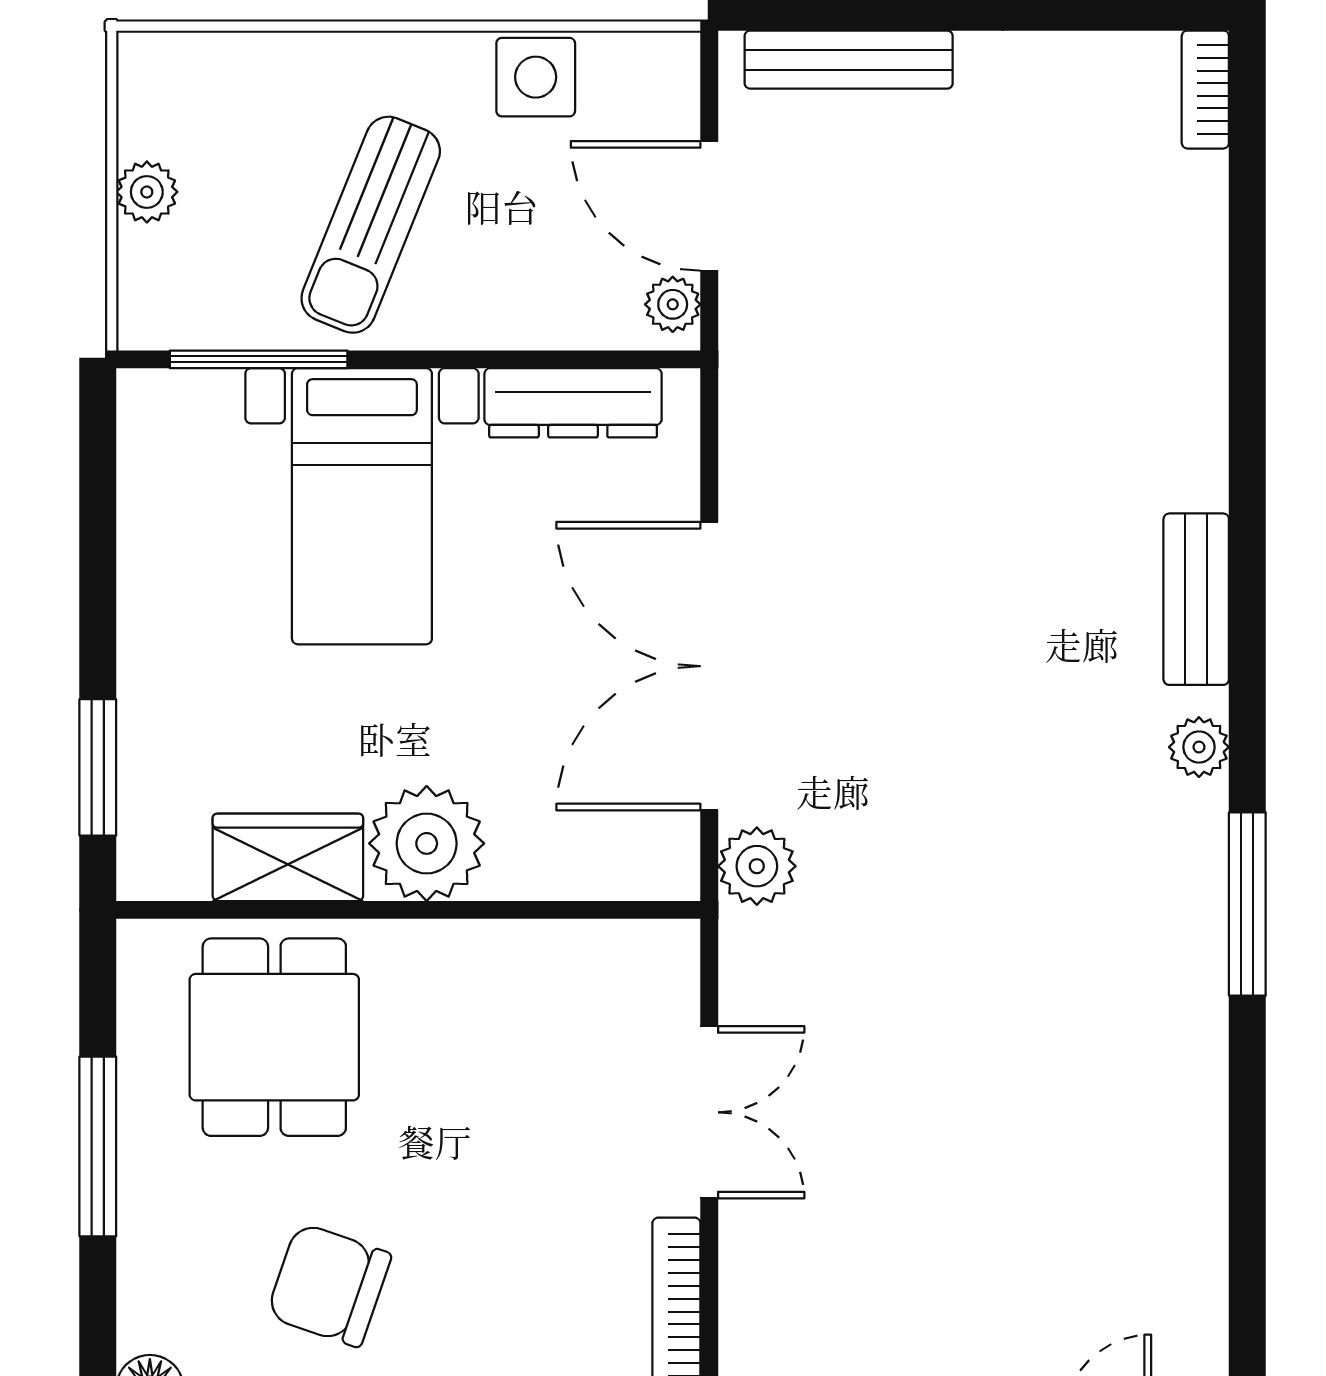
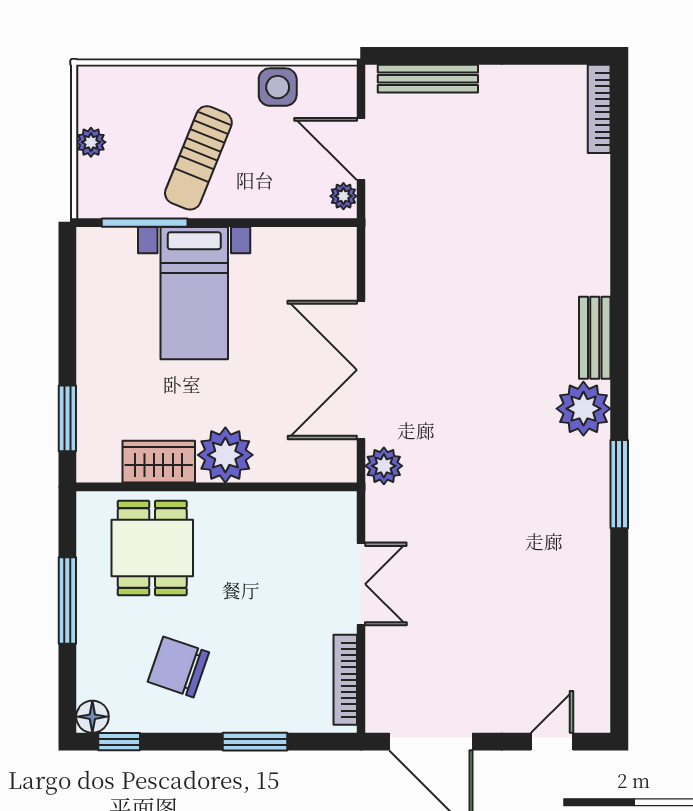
bookcase: (1205, 90) -> (599, 109), width x1.56
dresser: (573, 403) -> (296, 243), removed
plant: (1199, 747) -> (583, 409), width x1.87, depth x1.87

